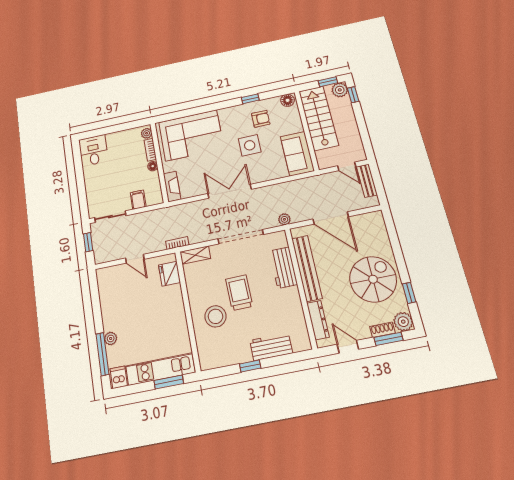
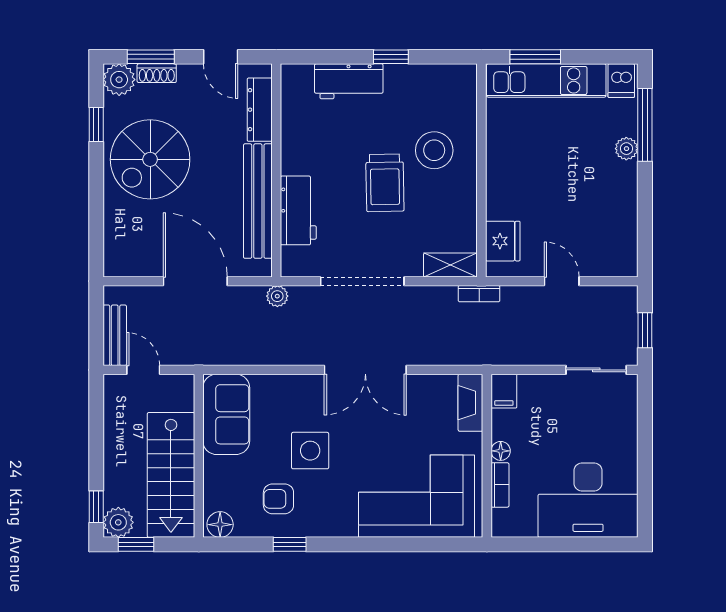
plant: (147, 133) -> (502, 520), removed
desk: (93, 151) -> (588, 500), width x1.87, depth x1.30
filing cabinet: (138, 200) -> (504, 391), moved

